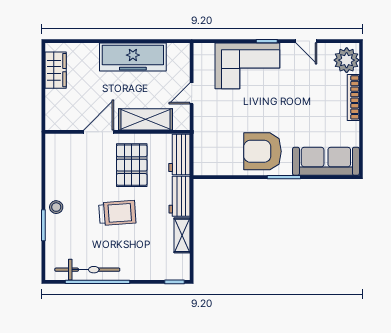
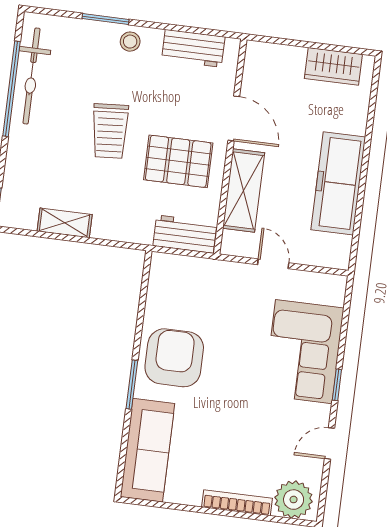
workbench: (180, 196) -> (193, 48), moved, turned 180

